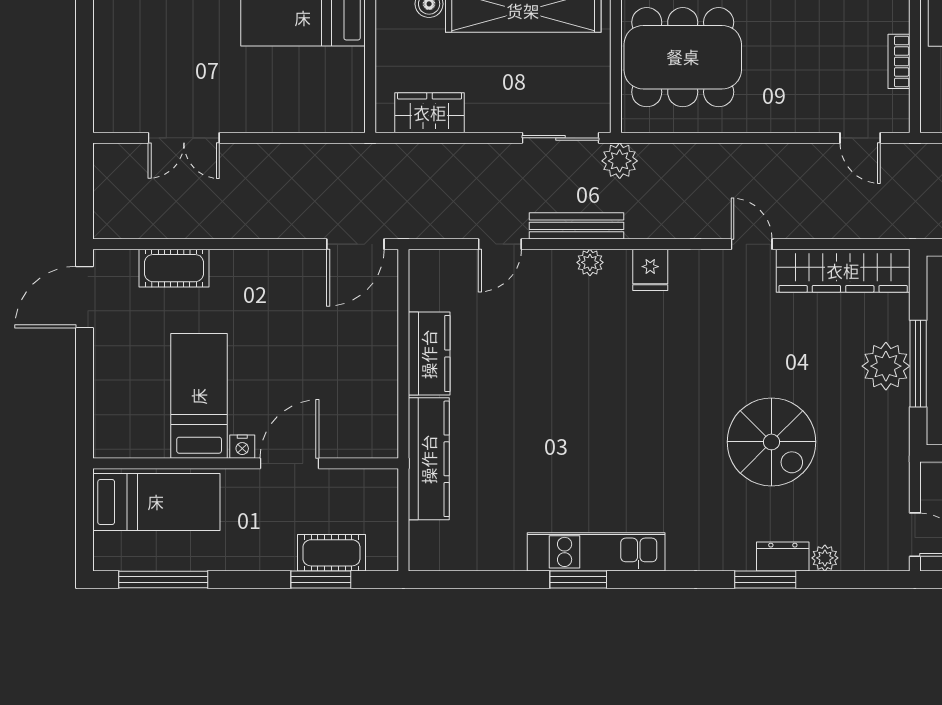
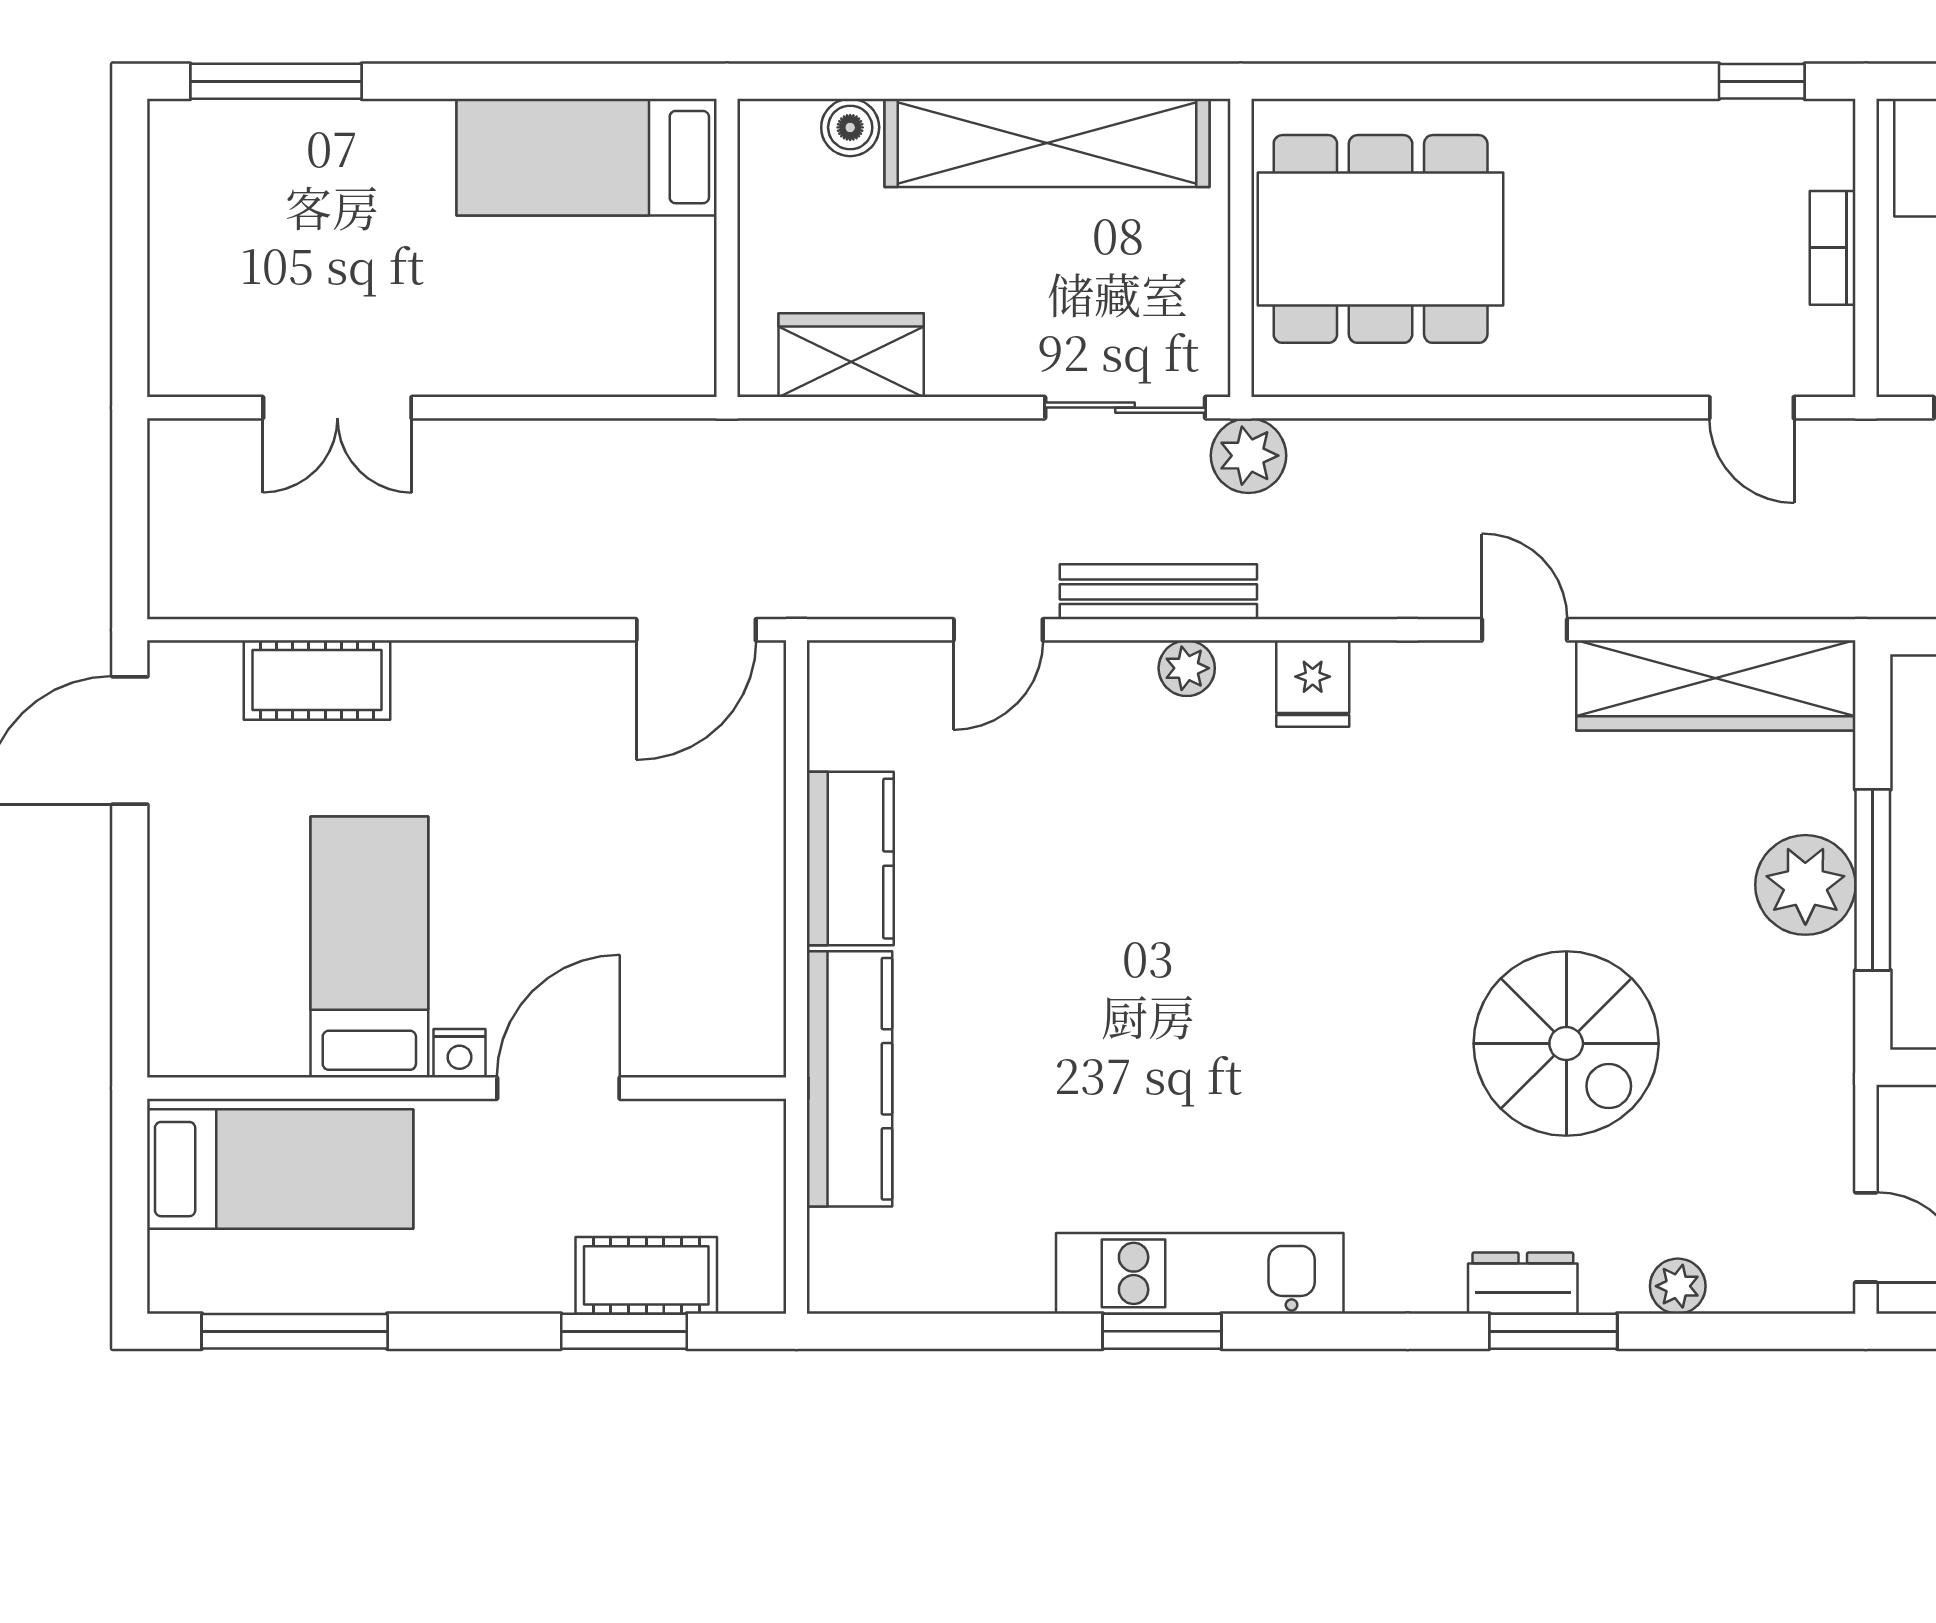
dresser: (783, 557) -> (1523, 1283), moved

